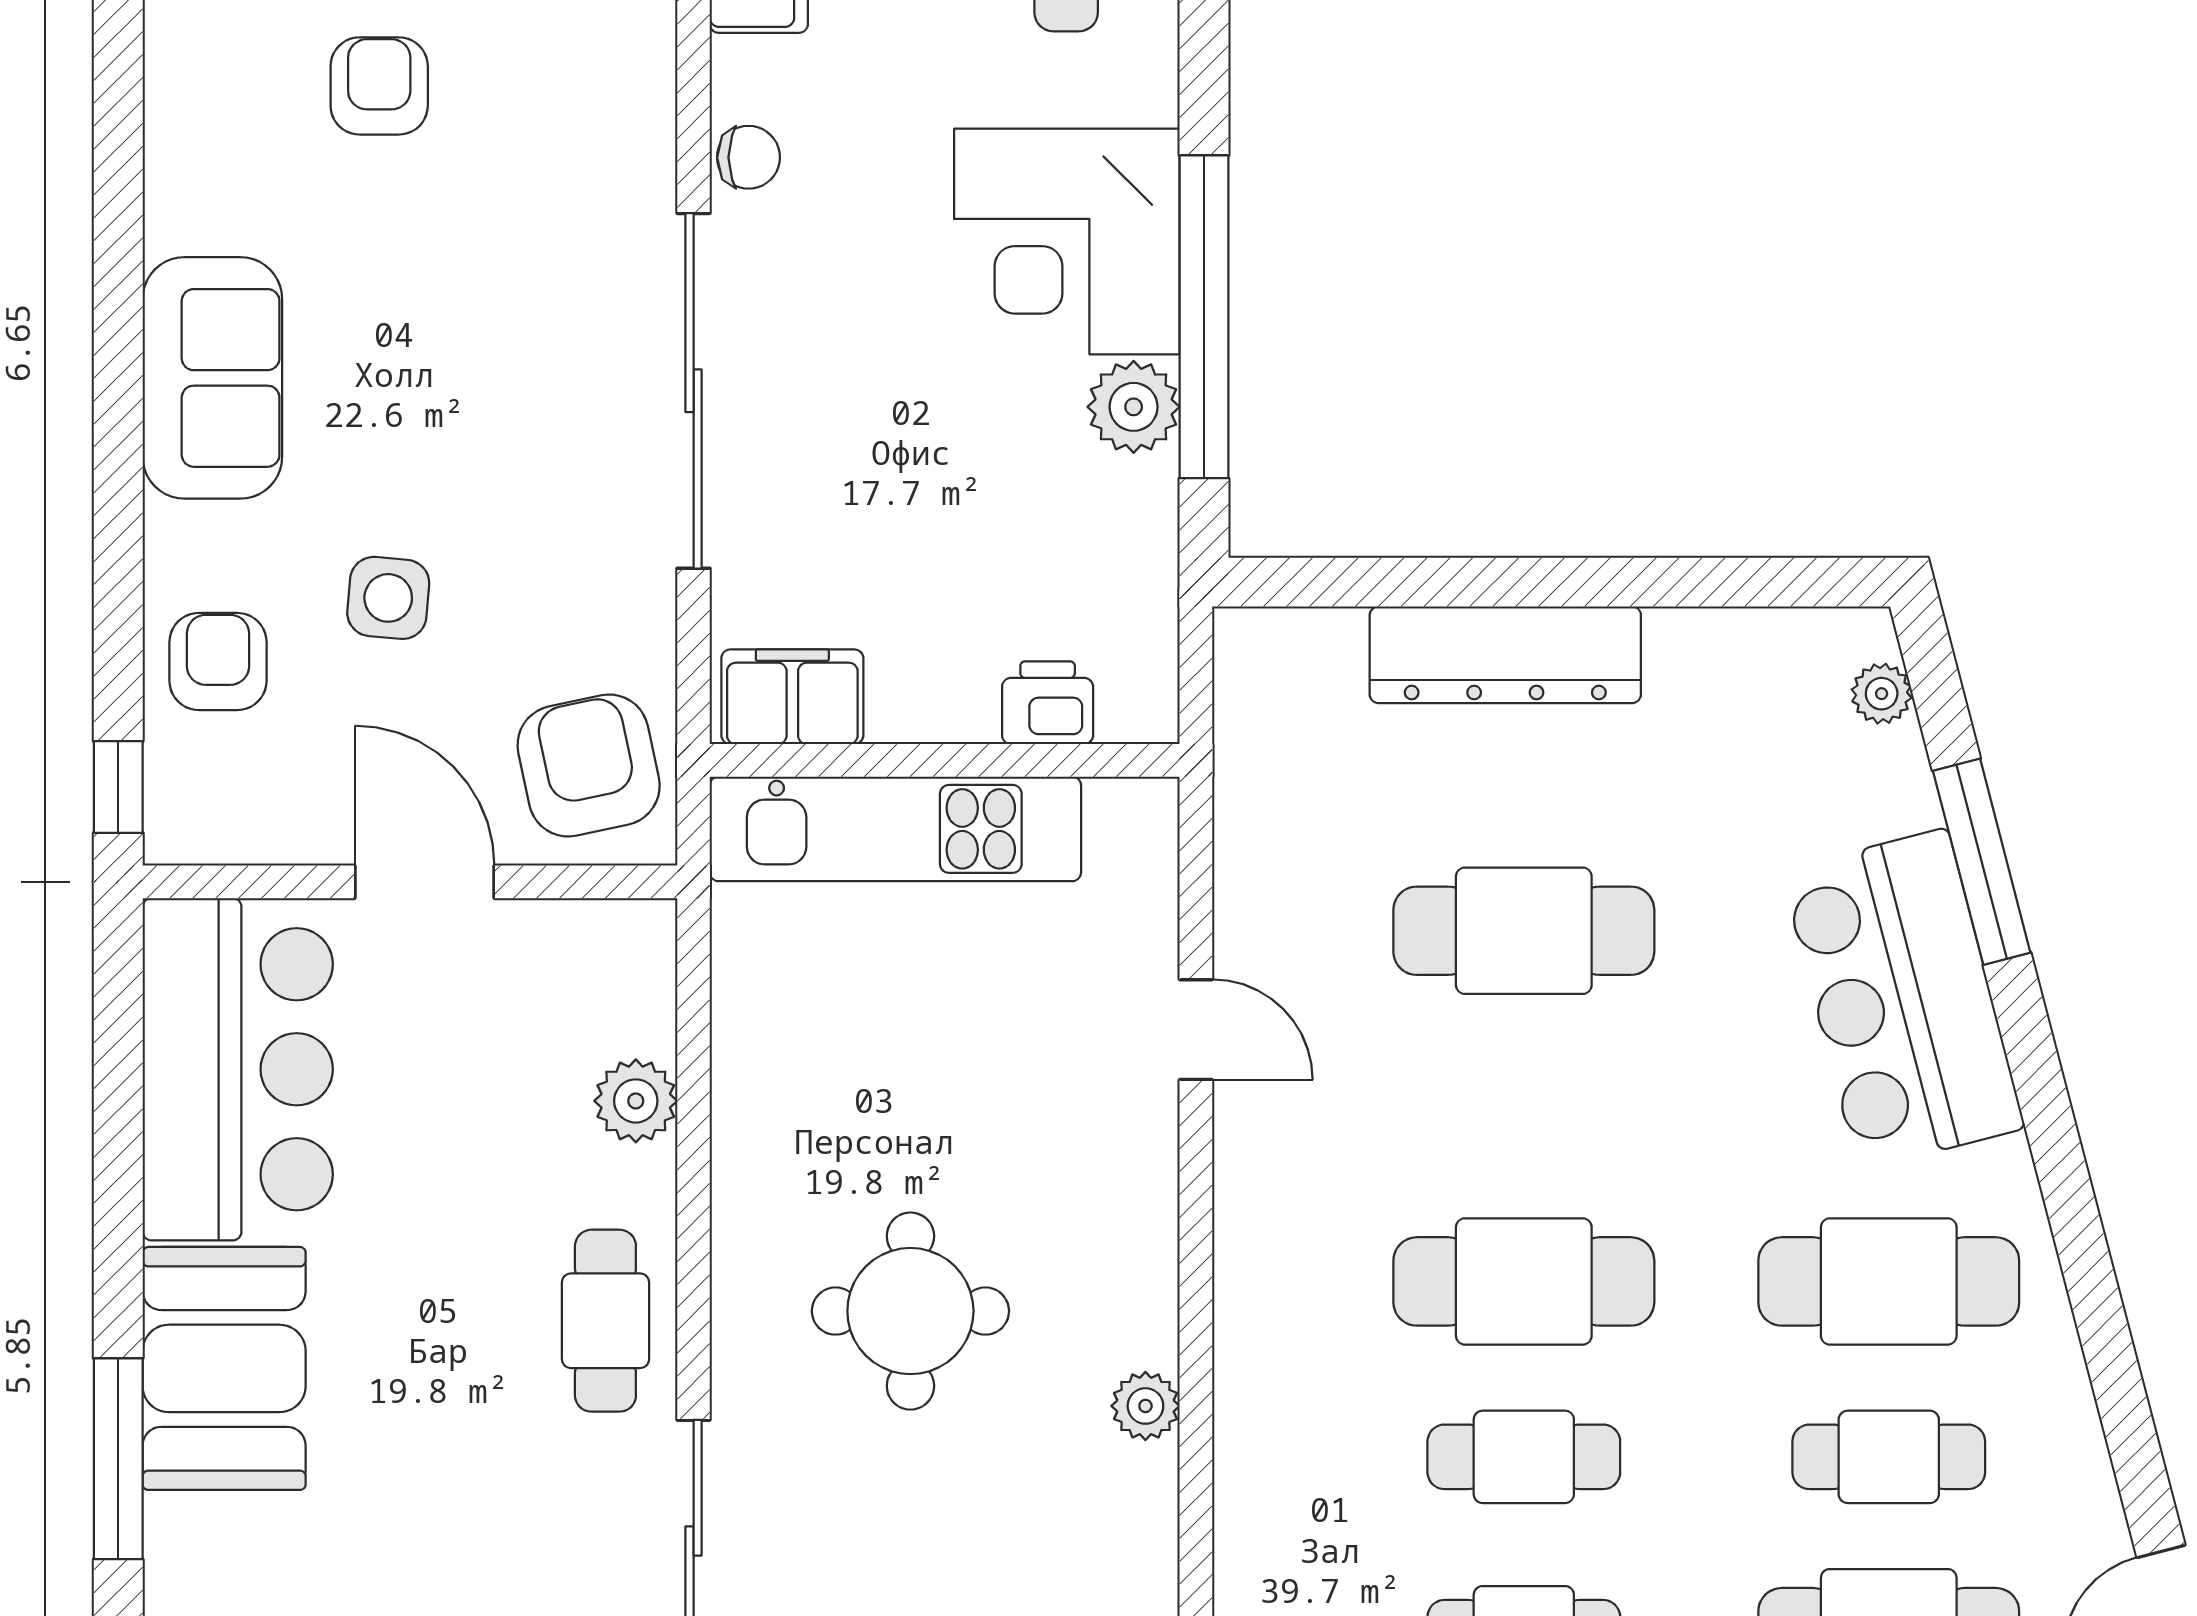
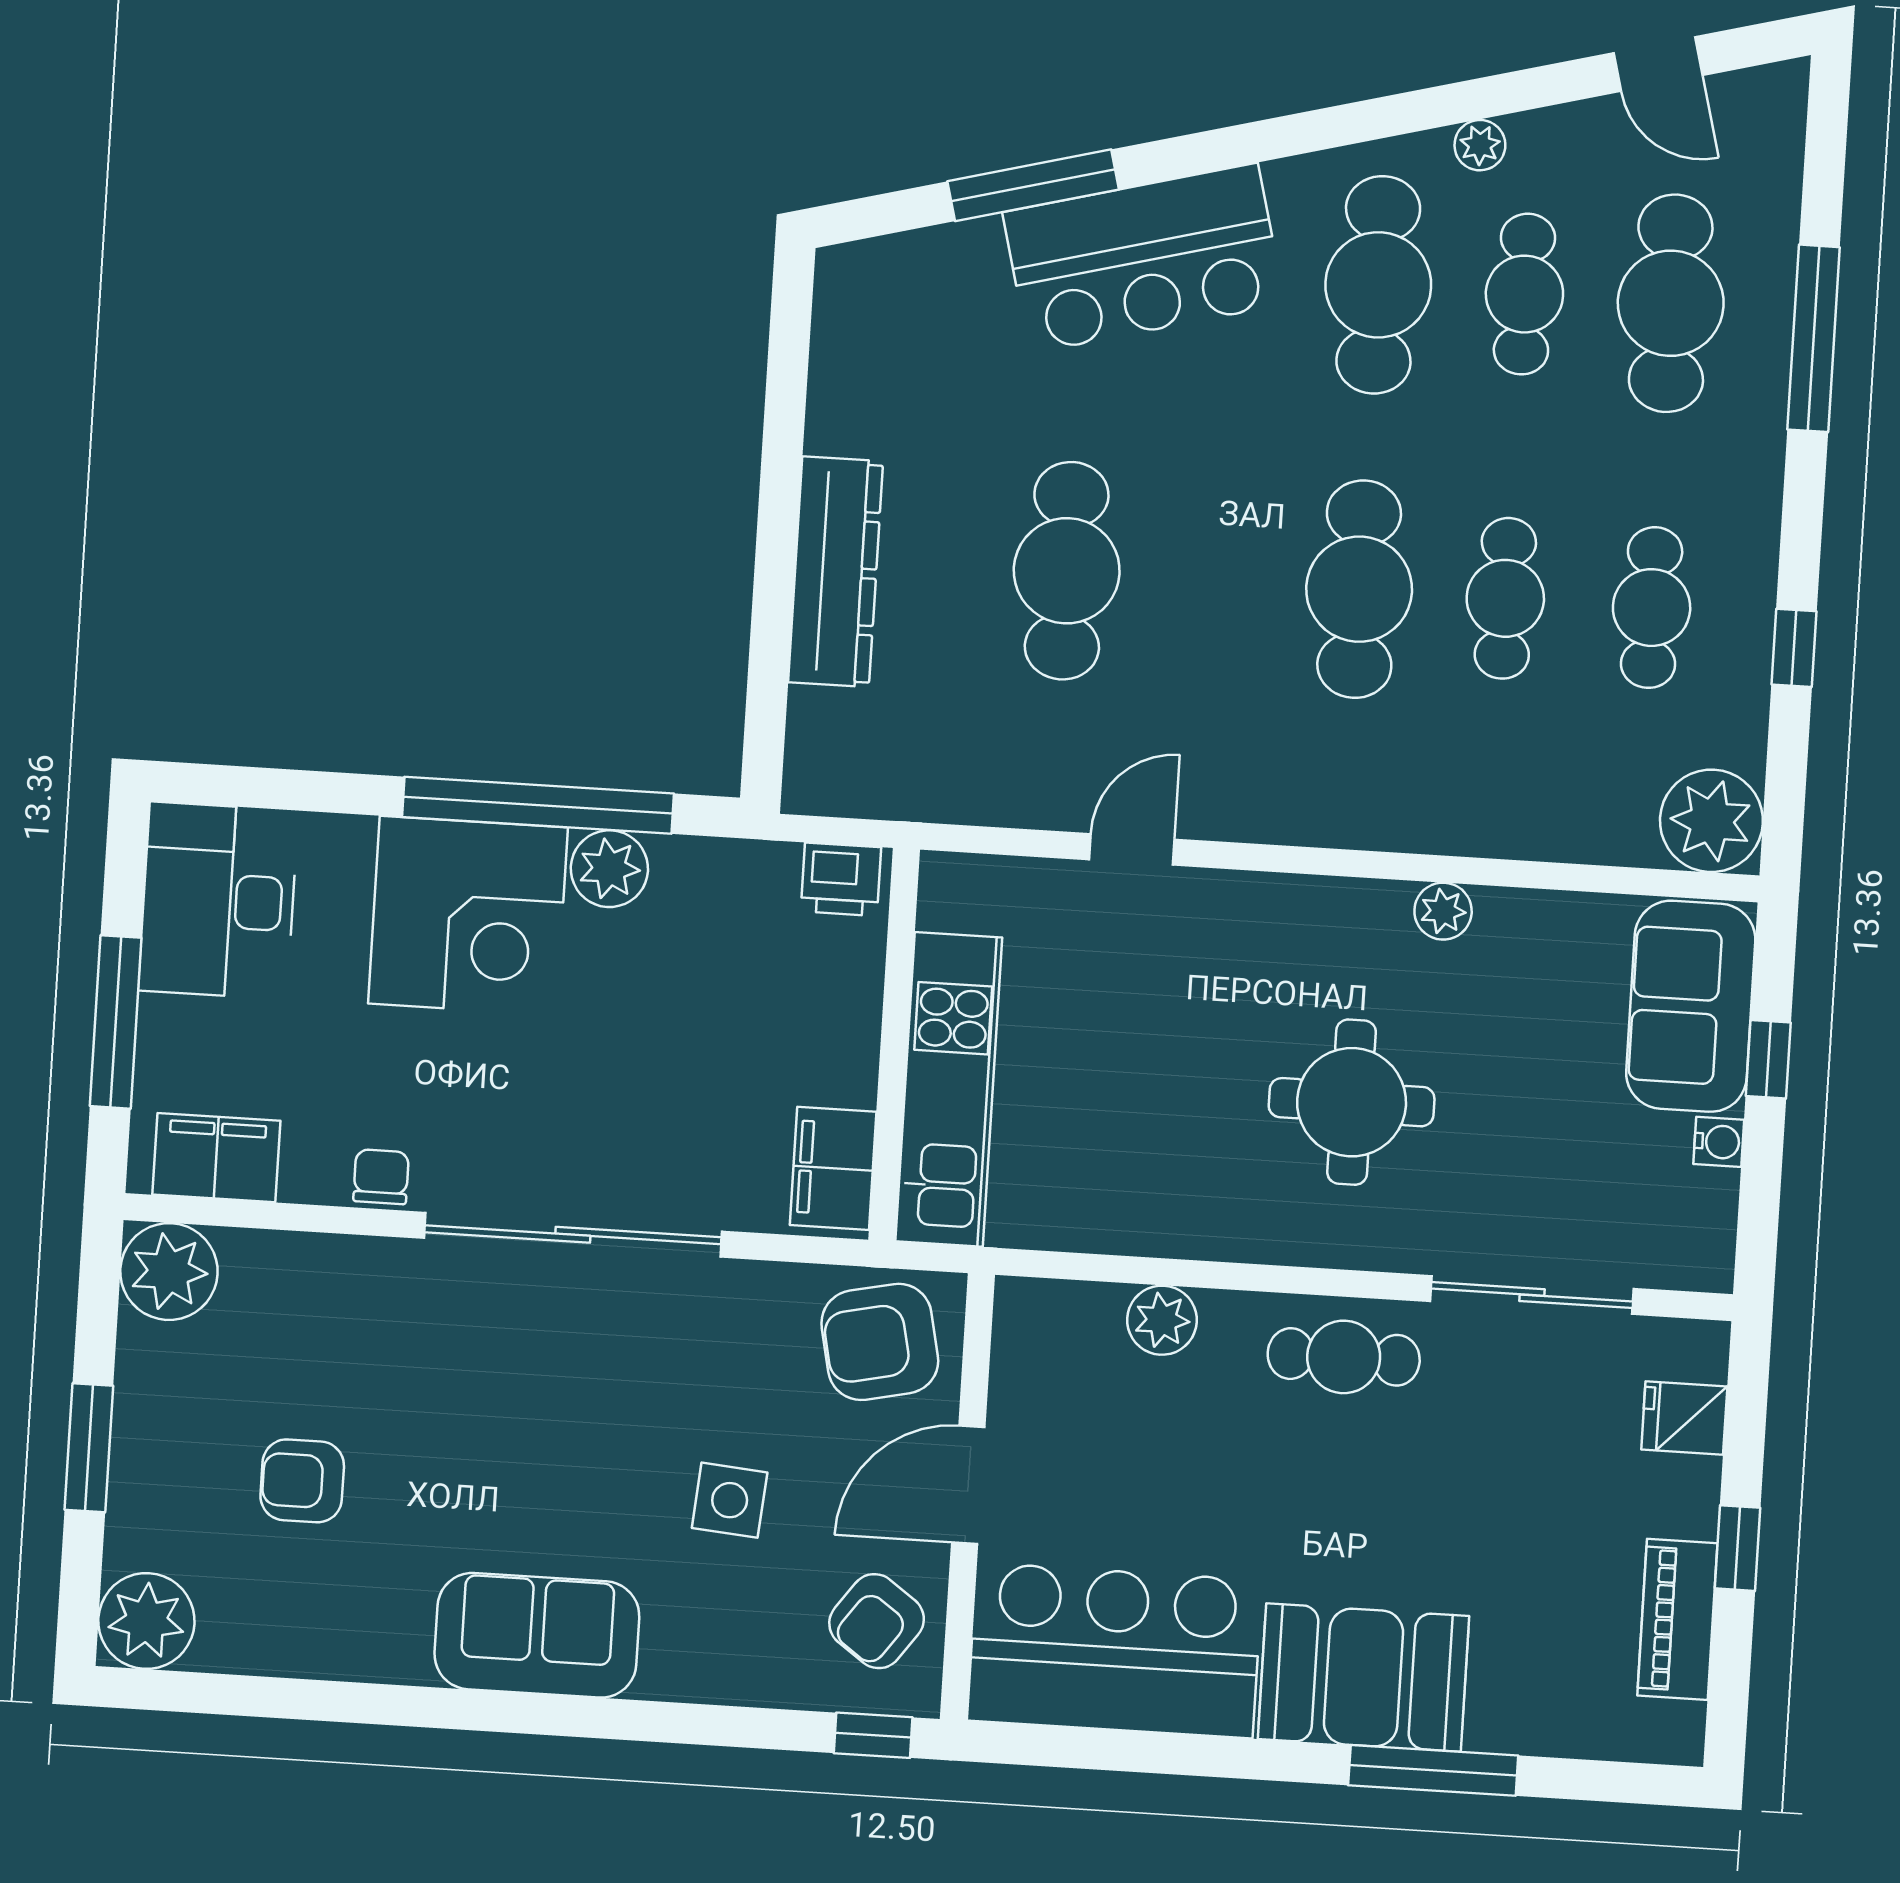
armchair: (218, 661) -> (877, 1621), moved, turned -54
plant: (1882, 694) -> (1480, 145), moved
printer: (1048, 703) -> (841, 879), moved, turned -90

